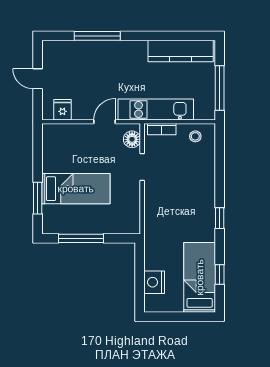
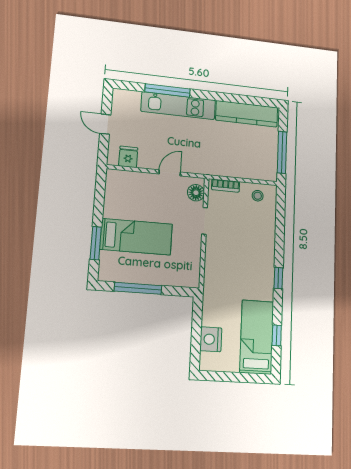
kitchen unit: (156, 109) -> (178, 106), moved, turned 180

